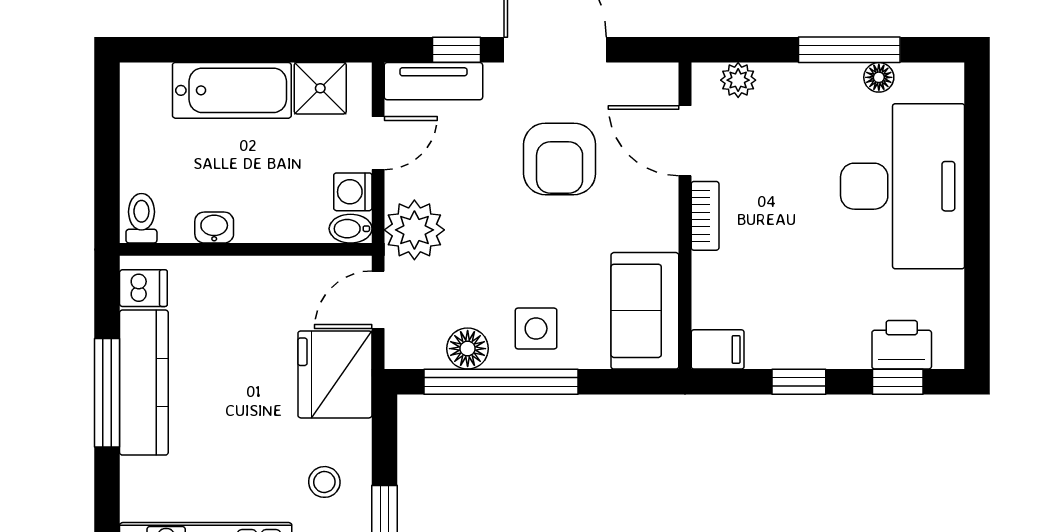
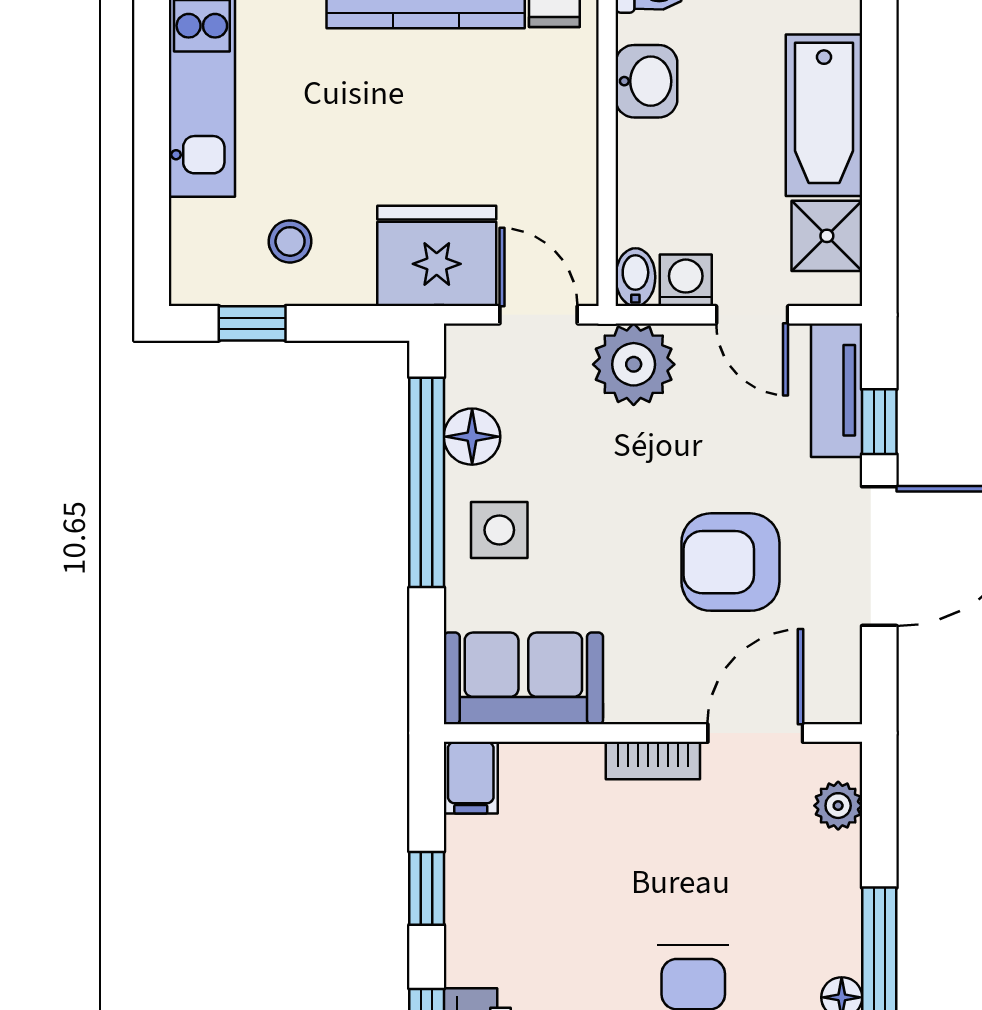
washbasin: (214, 228) -> (646, 81), width x1.38, depth x1.45

